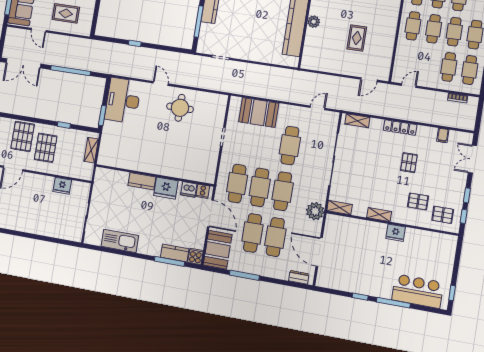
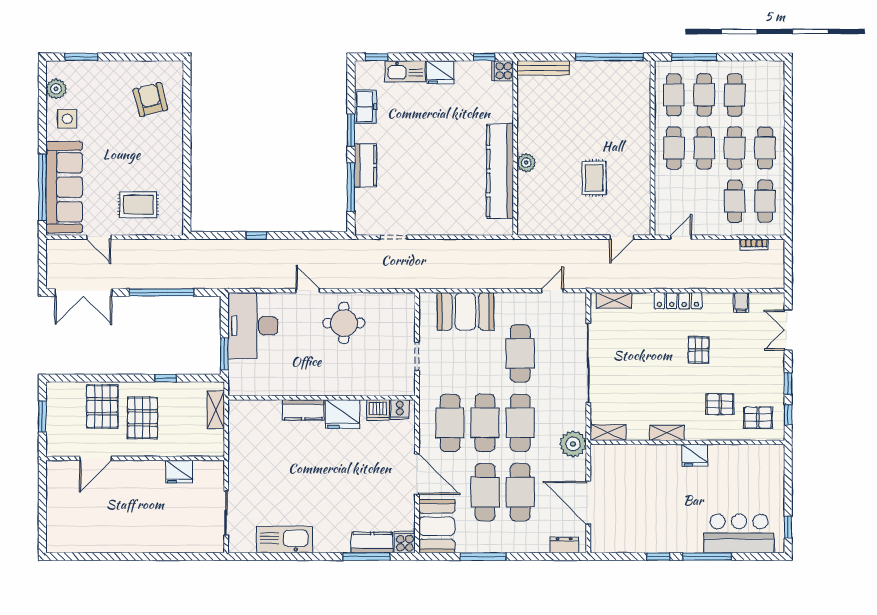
wall: (154, 175) -> (322, 398), moved
kitchen counter: (142, 181) -> (303, 410), moved
fridge: (166, 188) -> (342, 414), moved
dishwasher: (189, 189) -> (378, 410), moved
cooker: (203, 191) -> (400, 409), moved

